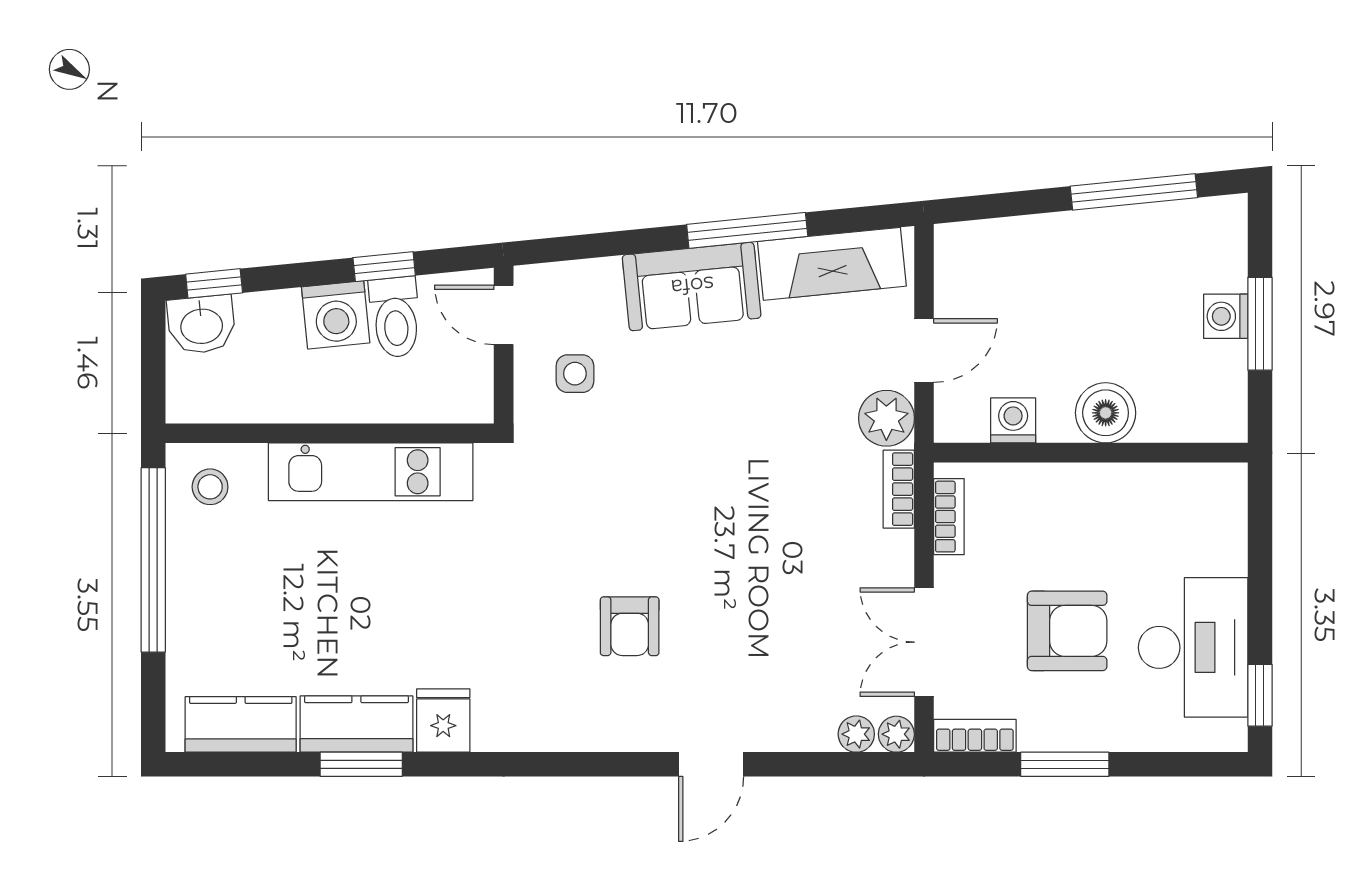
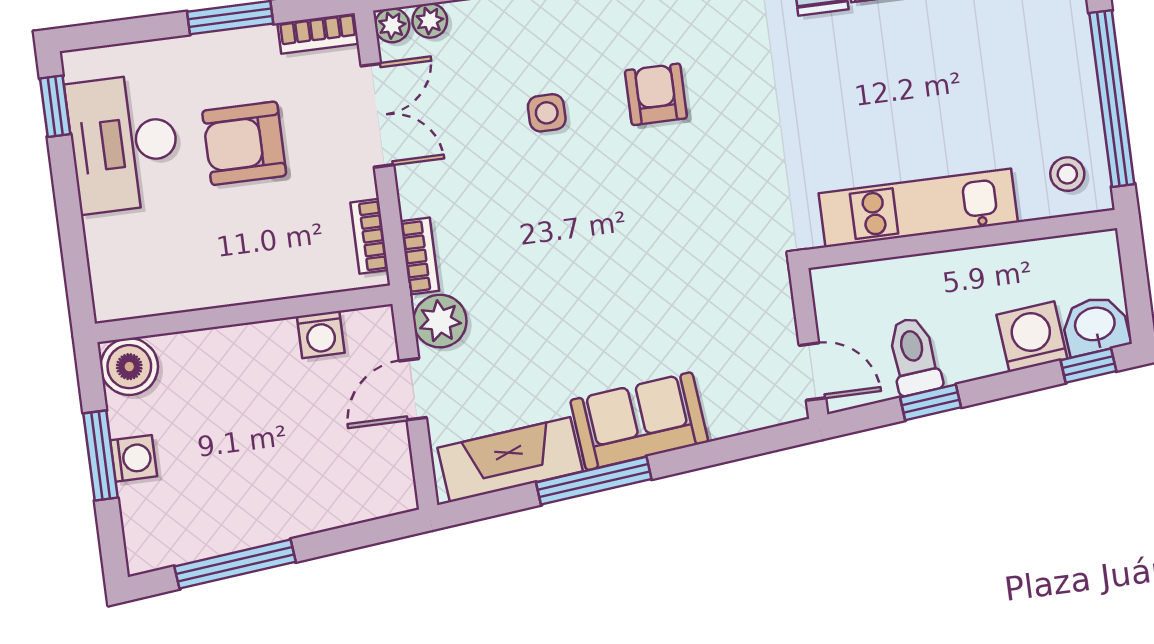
washing machine: (336, 315) -> (1032, 337), moved
side table: (575, 374) -> (547, 113), moved
boiler: (1106, 413) -> (129, 367), moved

